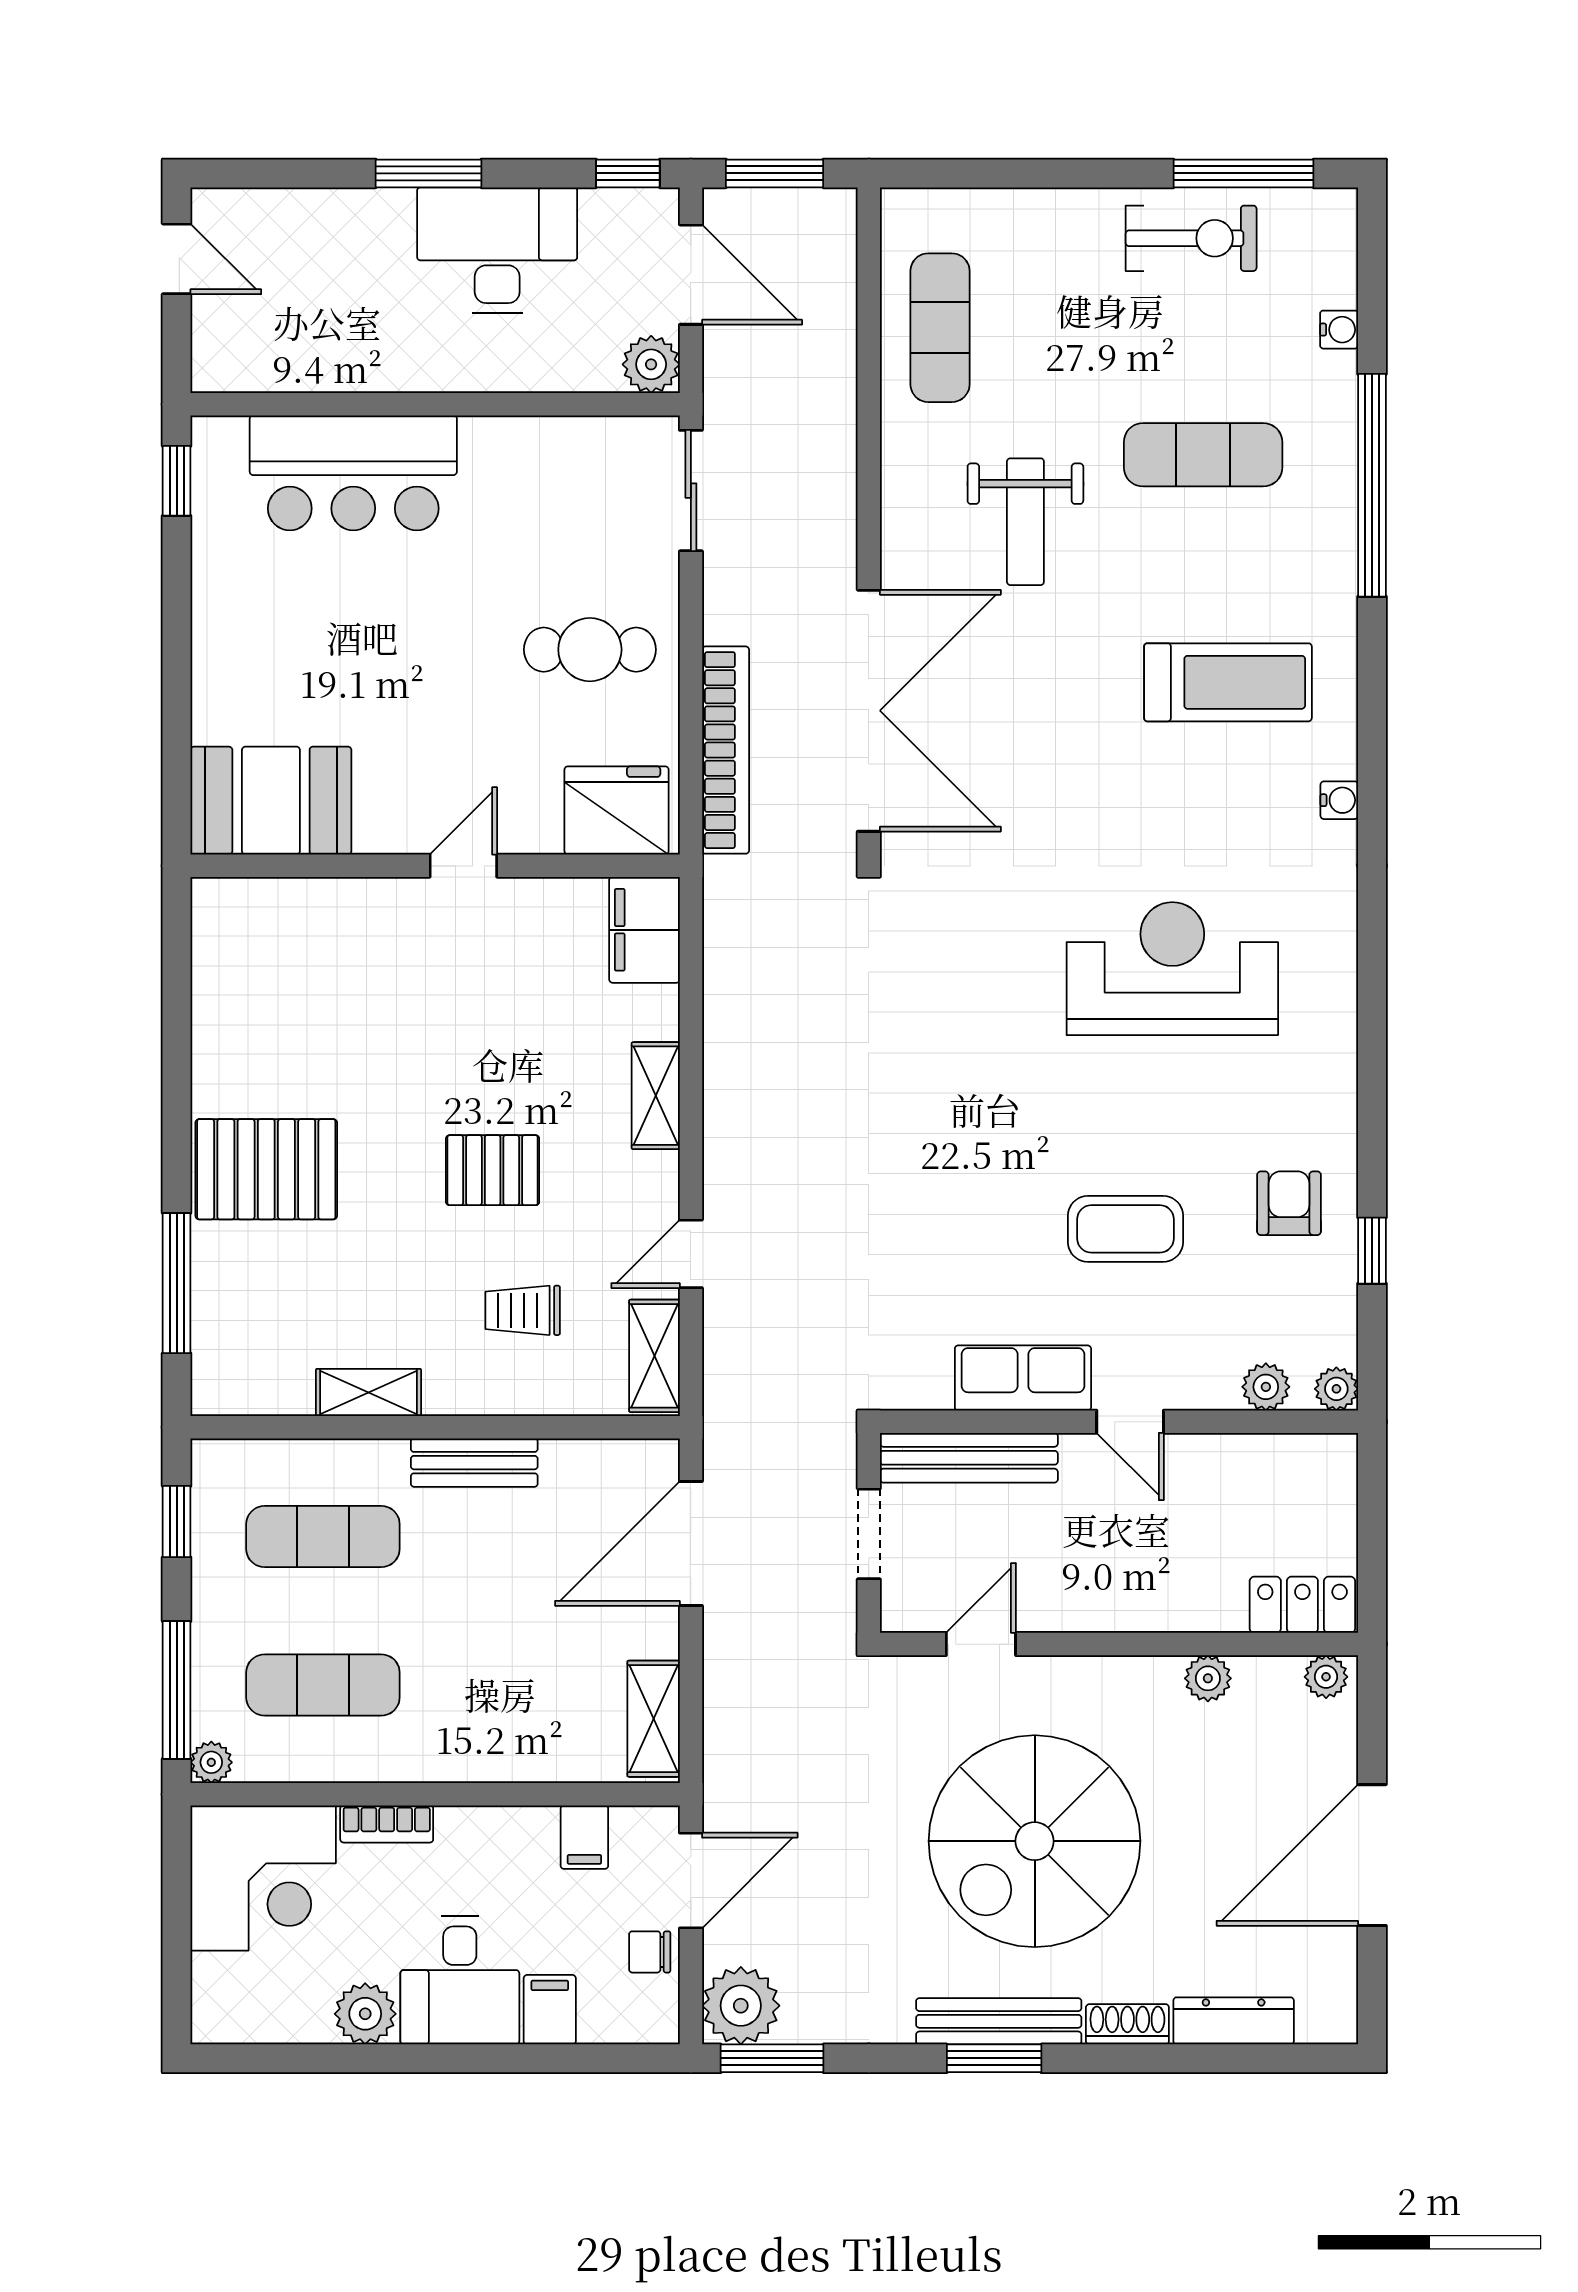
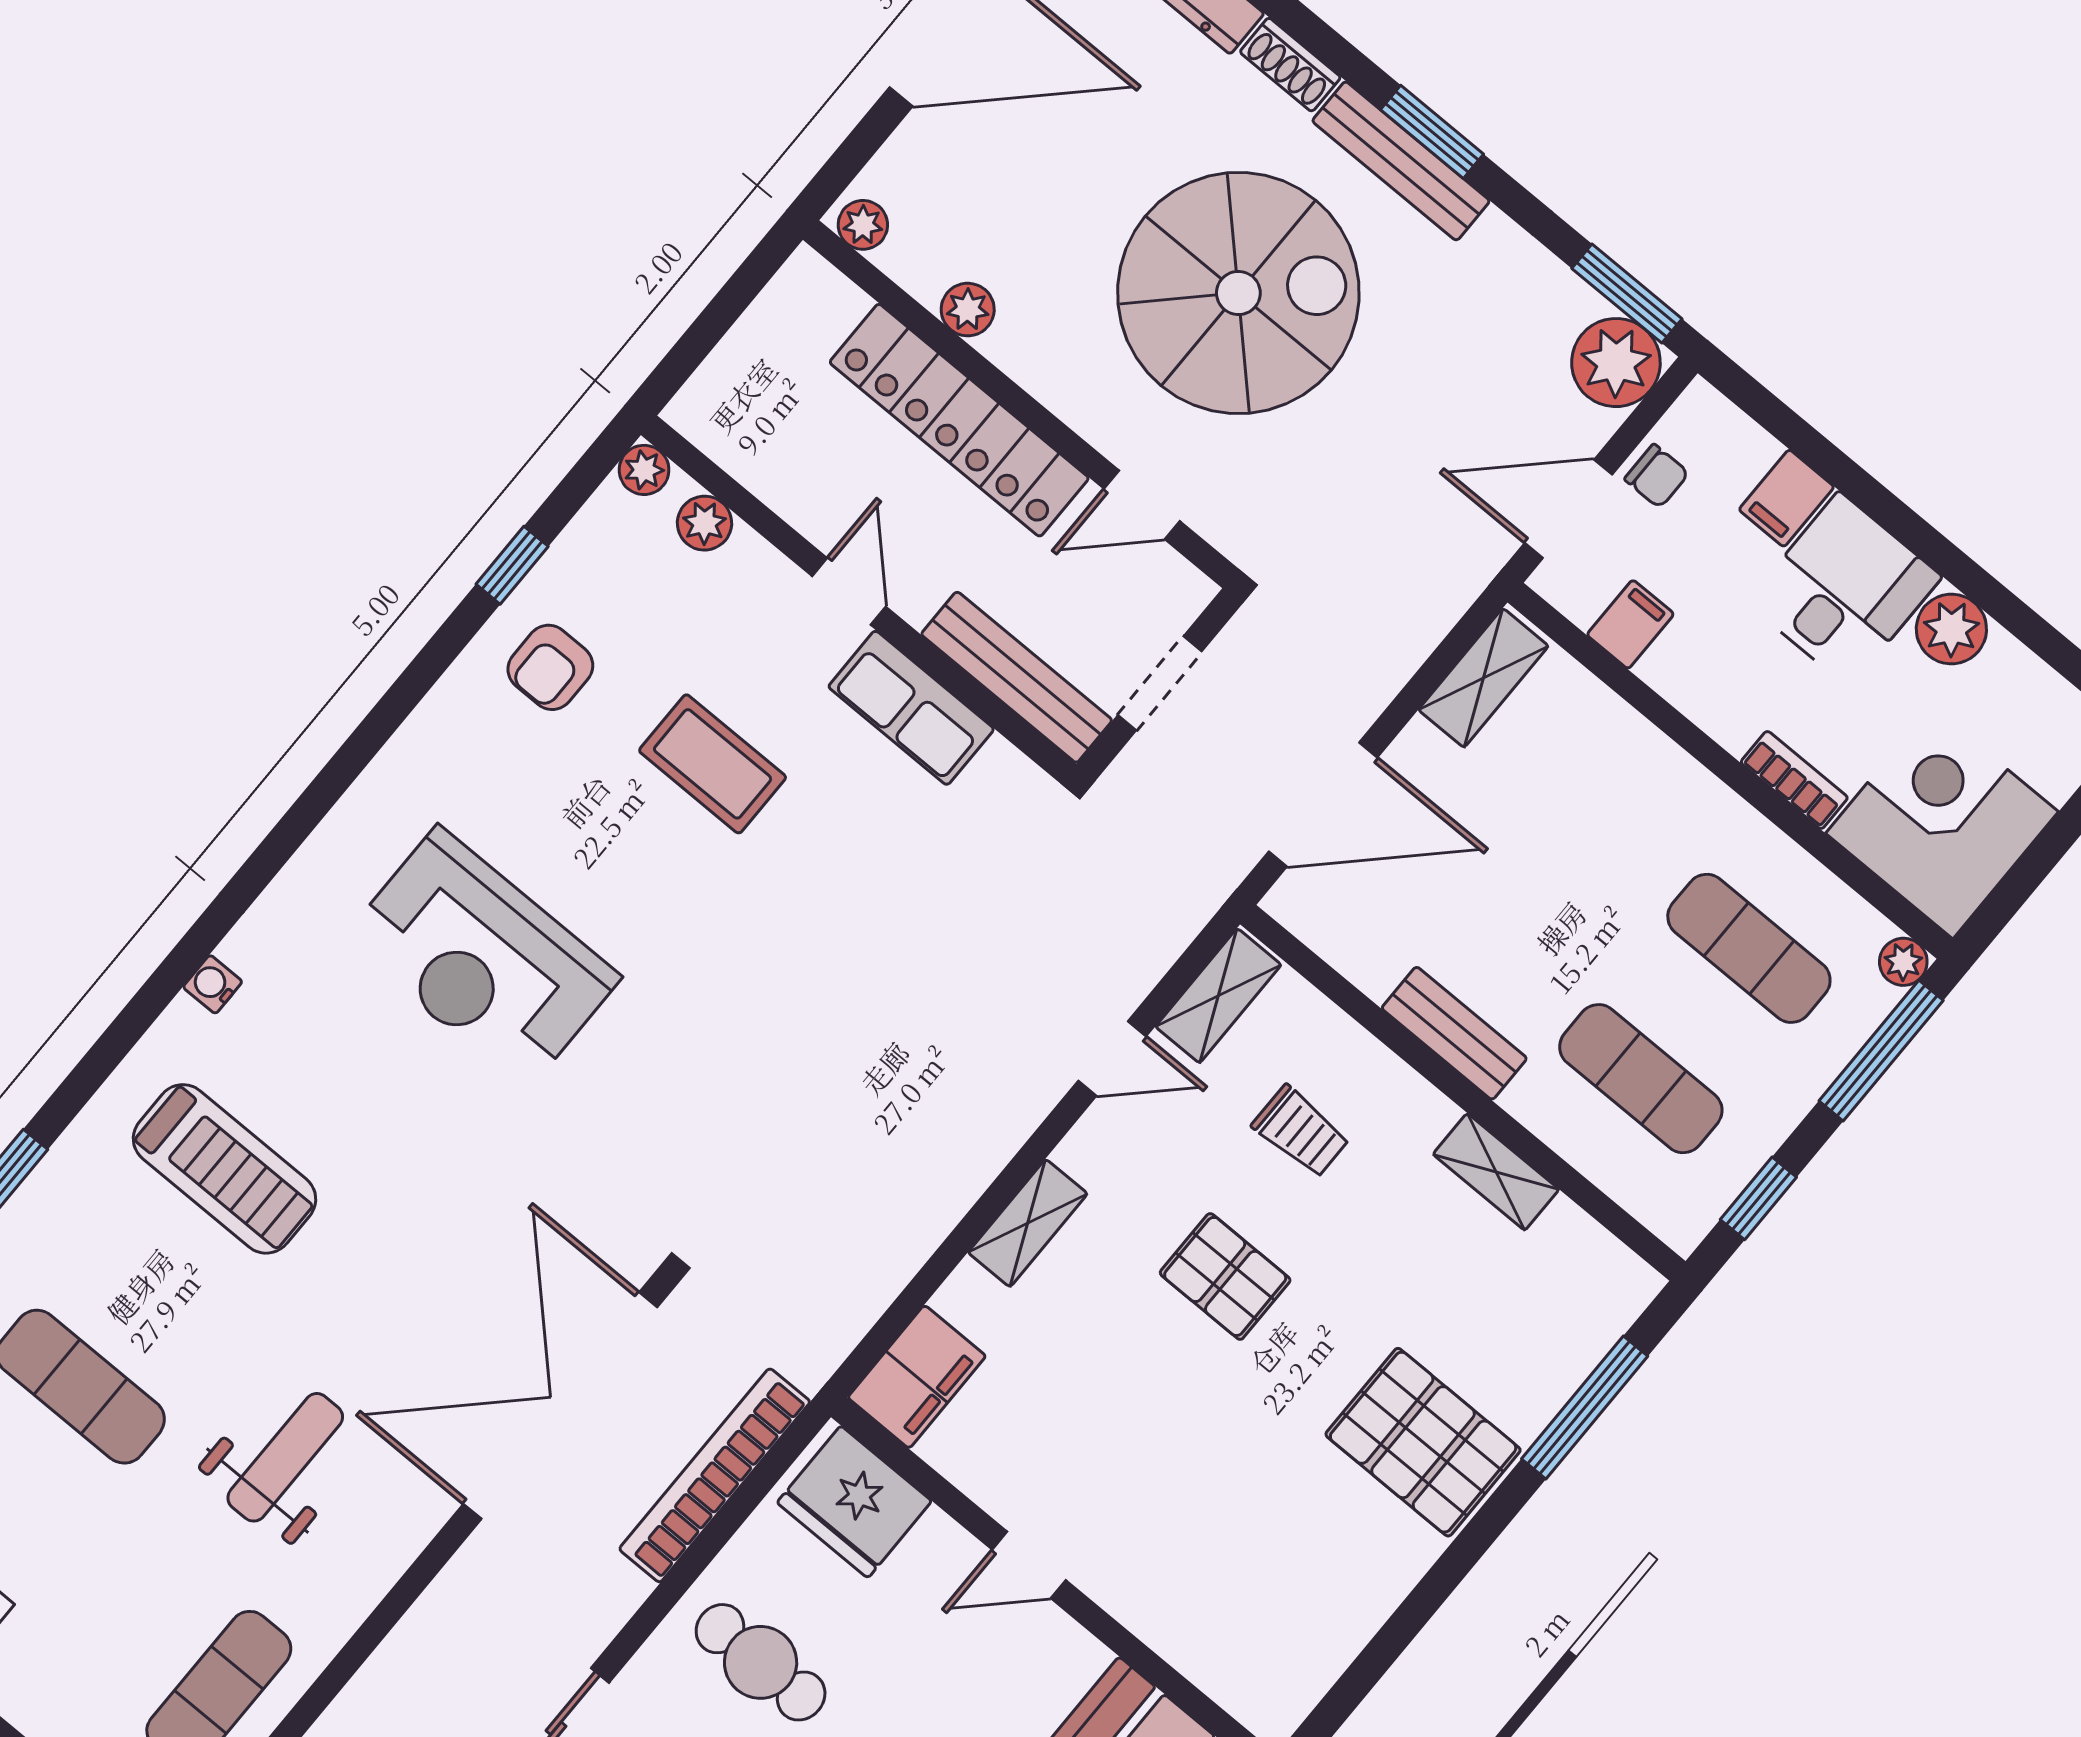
treadmill: (1228, 682) -> (224, 1169), turned 180
locker: (1302, 1605) -> (959, 420), moved, width x2.16, depth x1.21

